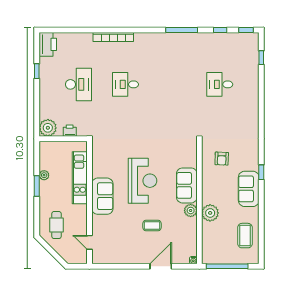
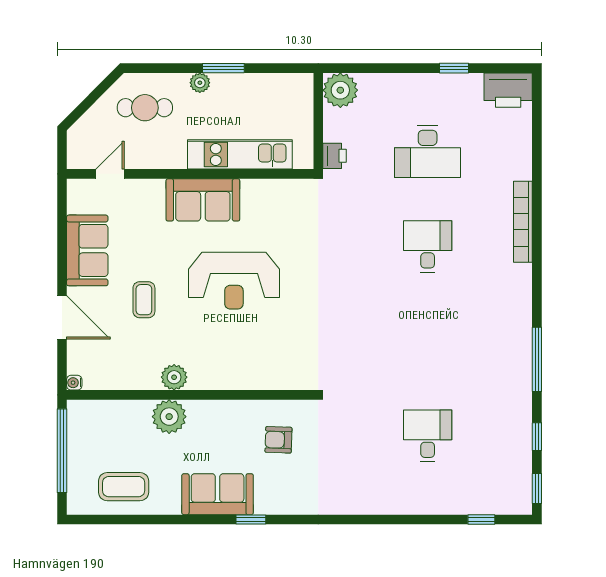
printer: (70, 131) -> (335, 156), moved
plant: (44, 175) -> (200, 83), moved
sofa: (187, 185) -> (87, 250), moved, turned 90

